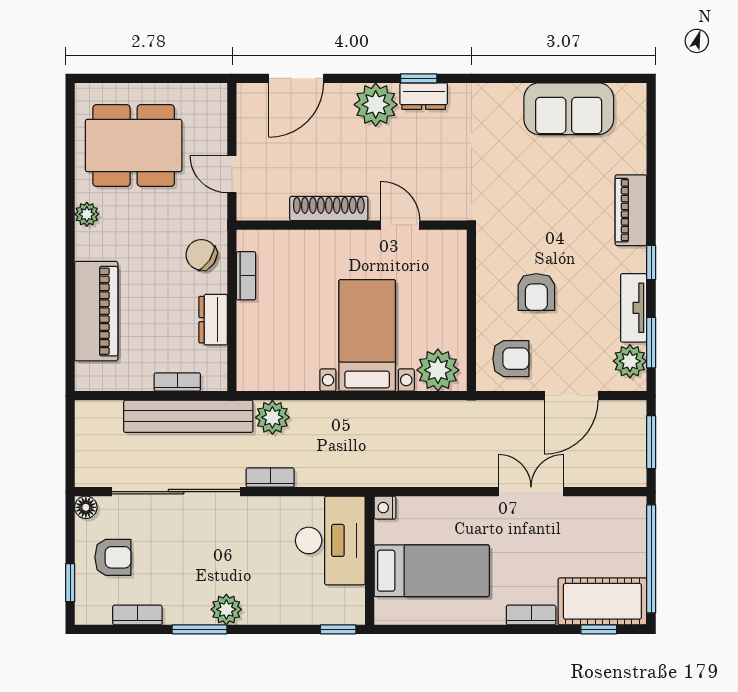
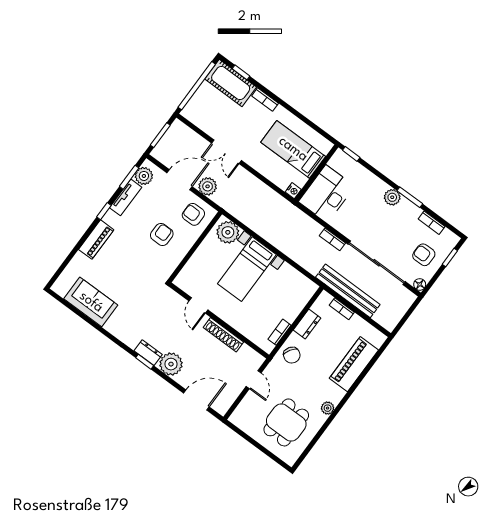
dining table: (134, 146) -> (286, 422), width x0.73
plant: (272, 417) -> (208, 186), moved

